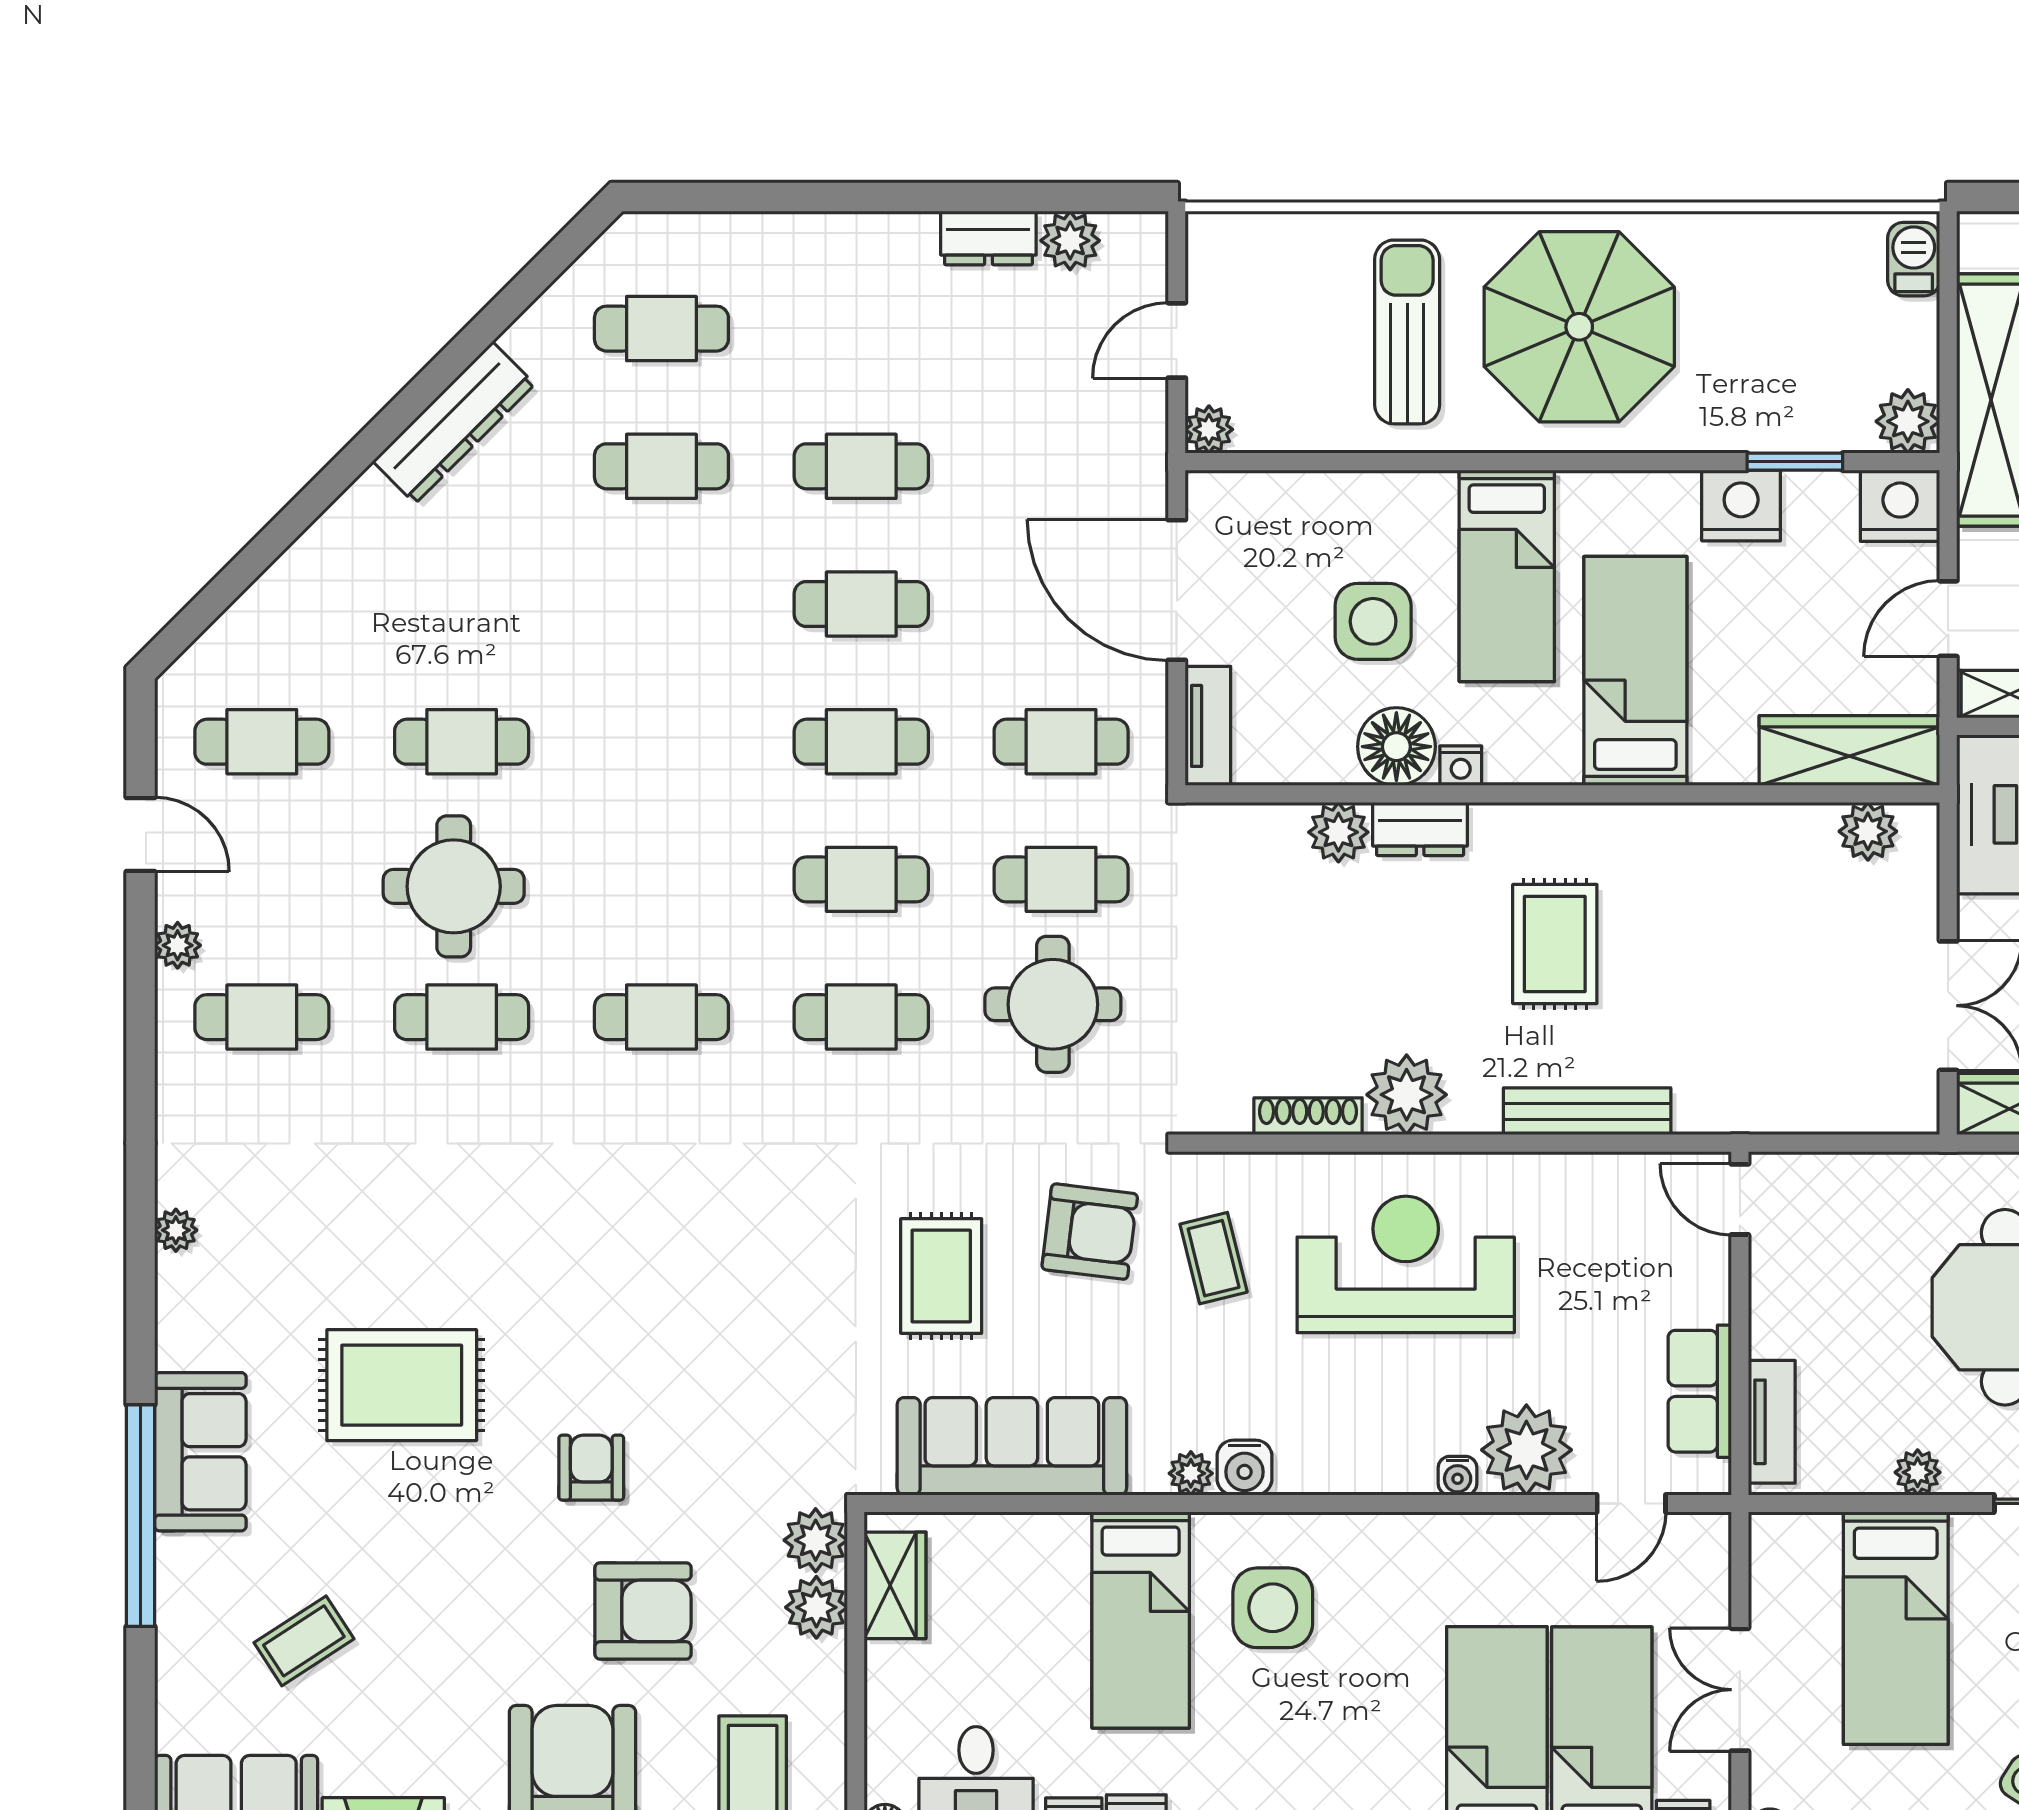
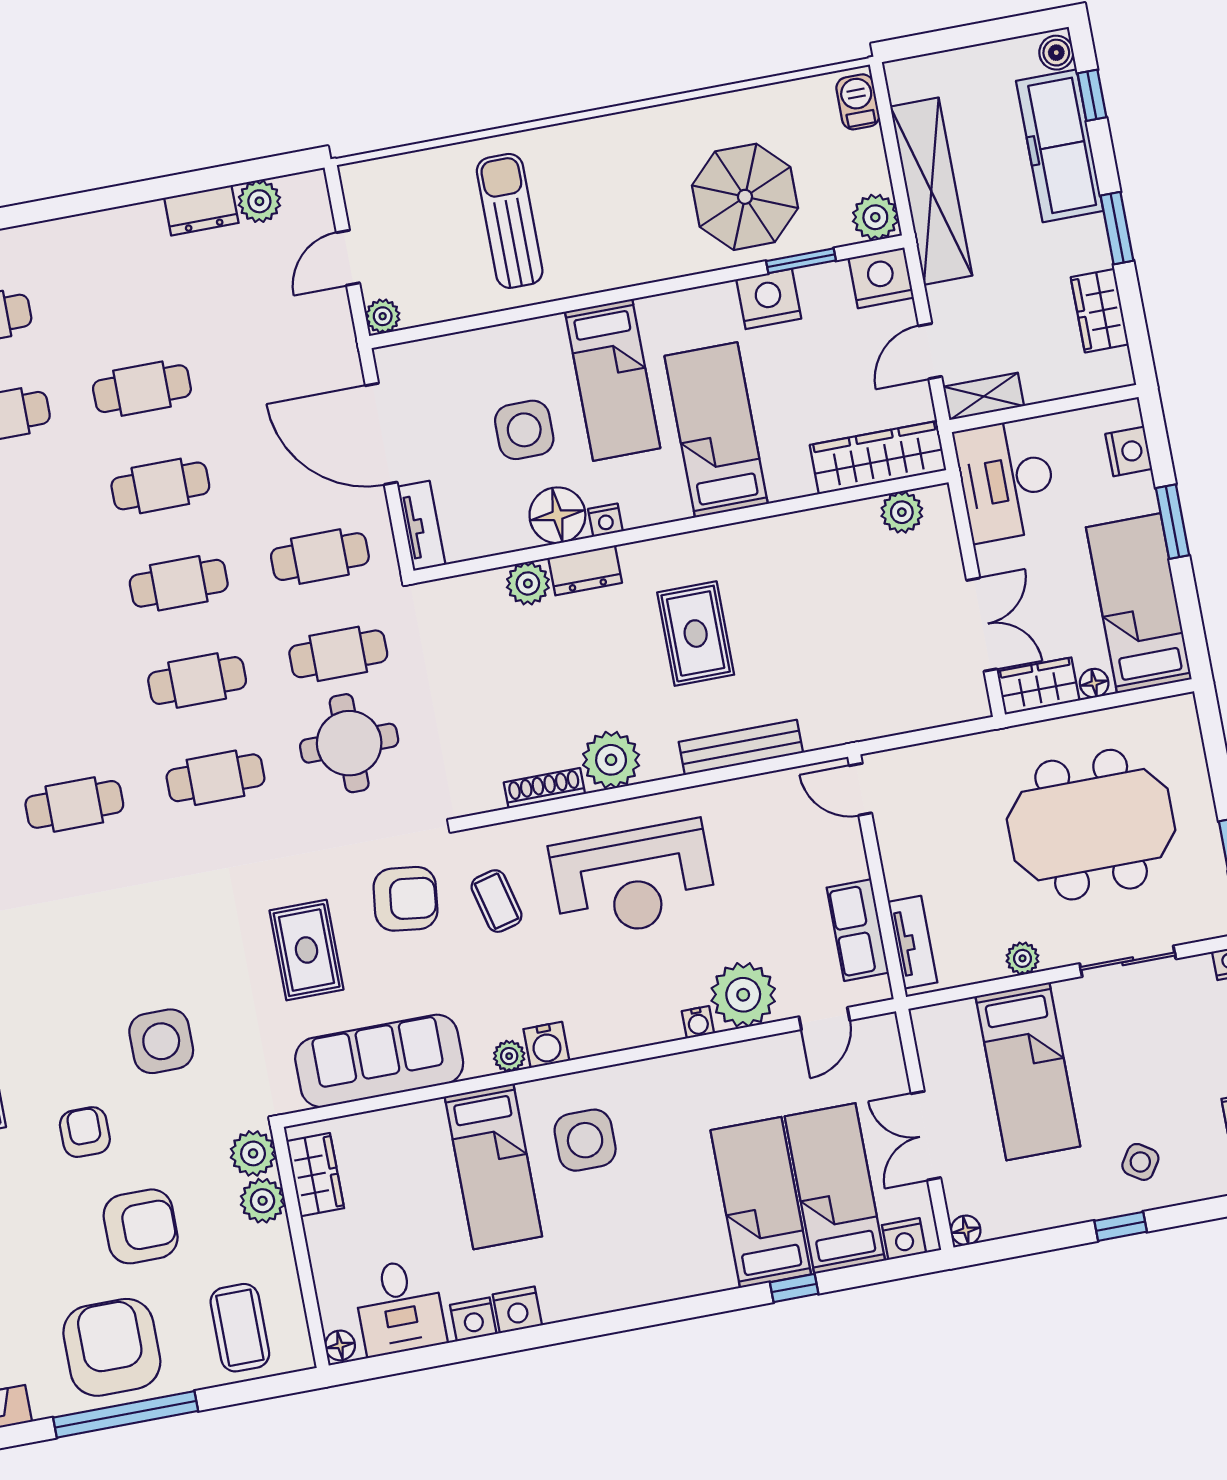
parasol: (1579, 327) -> (745, 197), moved, width x0.73, depth x0.73
reception desk: (1406, 1264) -> (633, 880), turned 180
side table: (719, 1363) -> (161, 1041), added

